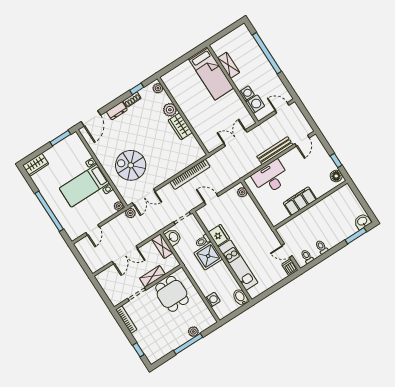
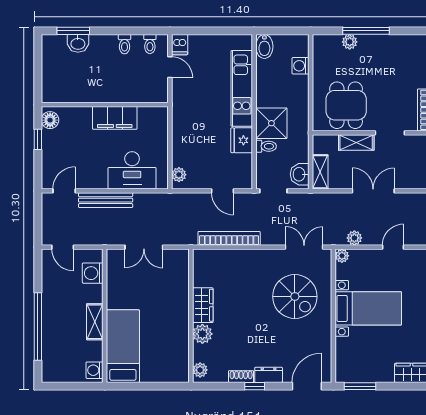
shelving: (228, 65) -> (95, 322), moved
window: (137, 89) -> (255, 386), moved
washing machine: (247, 93) -> (95, 370), moved
plant: (130, 213) -> (354, 238), moved
washbasin: (362, 221) -> (78, 43), moved

